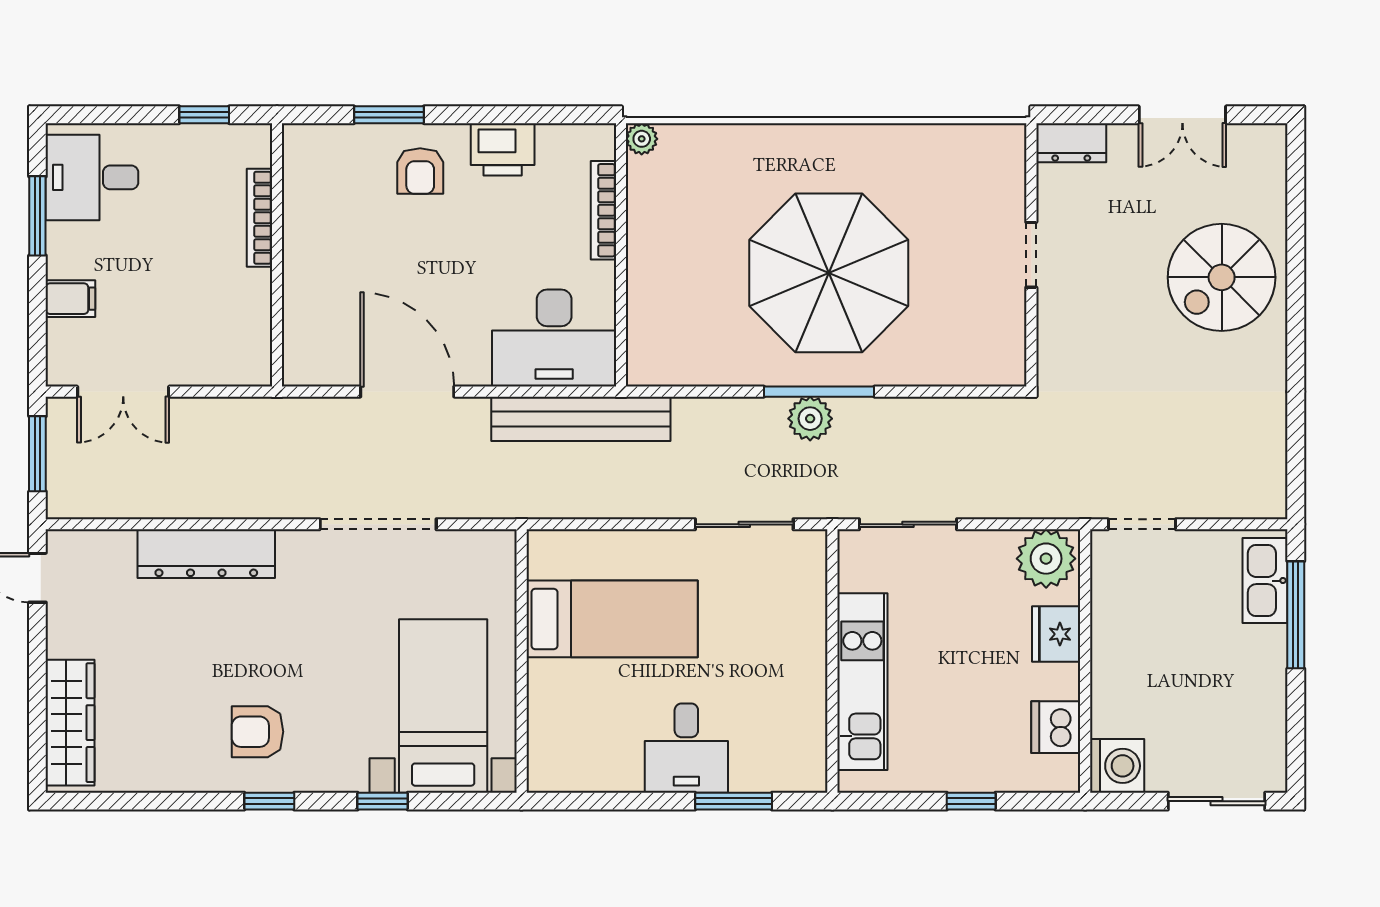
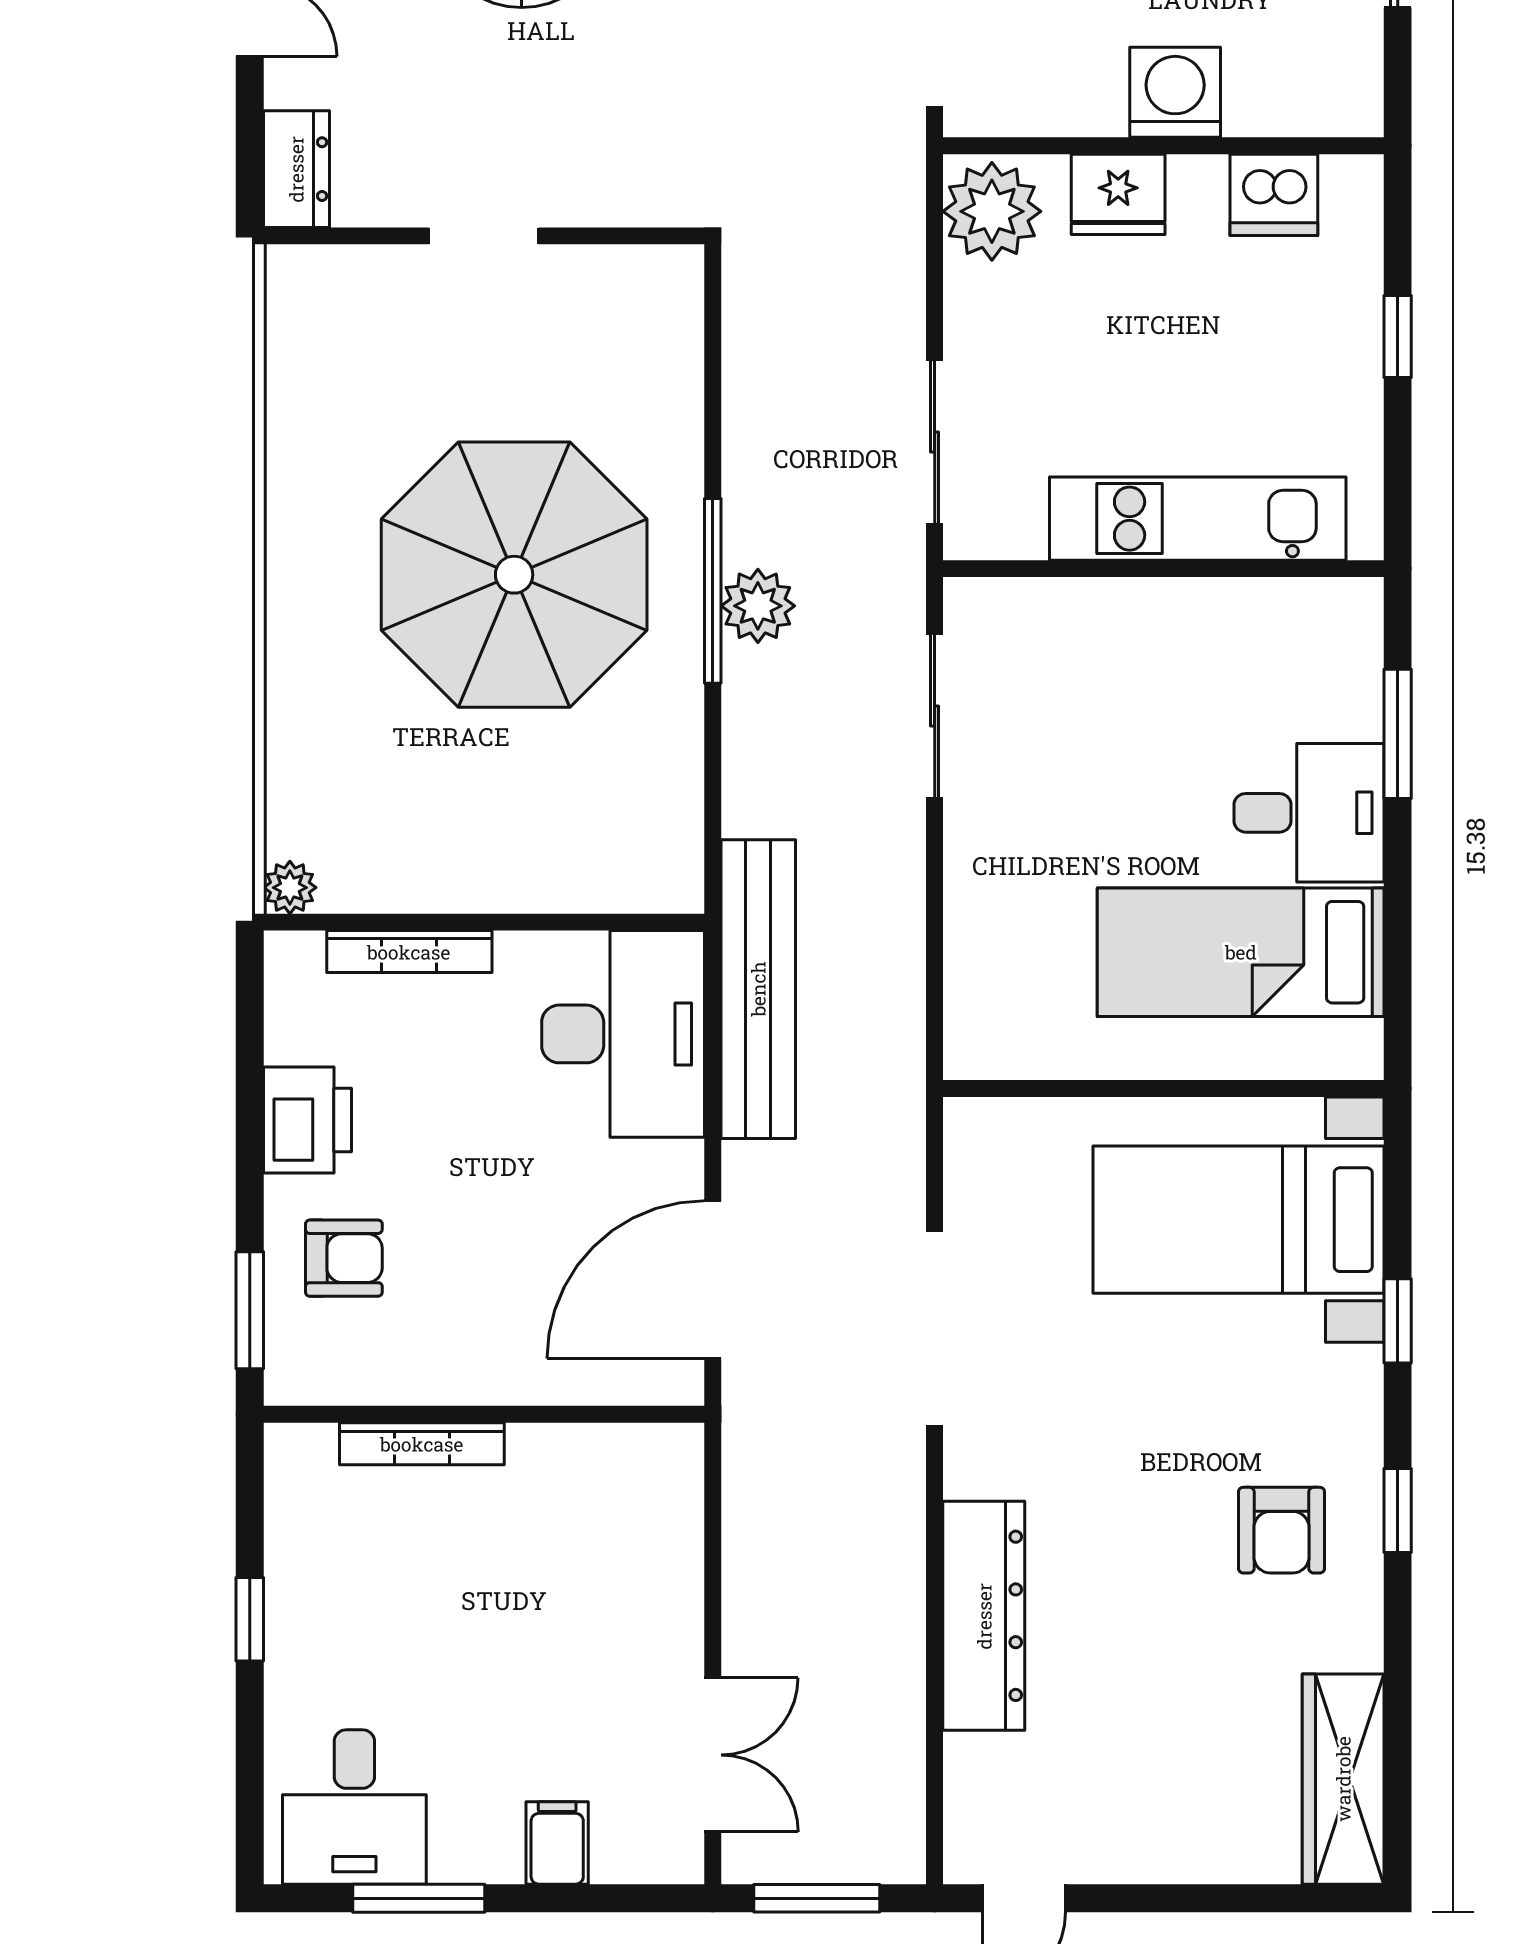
bookcase: (259, 218) -> (422, 1444), moved
wall: (277, 255) -> (484, 1414), moved
bed: (612, 619) -> (1241, 952), moved, turned -90
wardrobe: (70, 723) -> (1343, 1779), moved, turned -90
washing machine: (1117, 766) -> (1175, 92), moved

